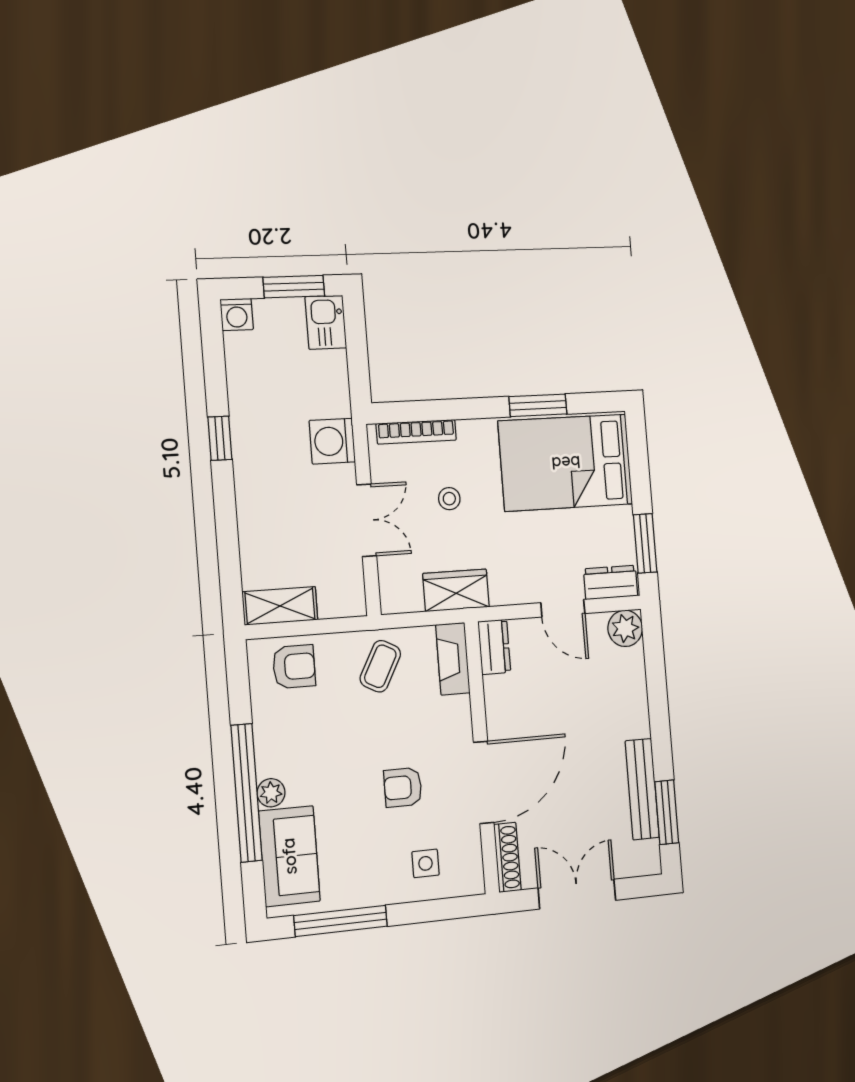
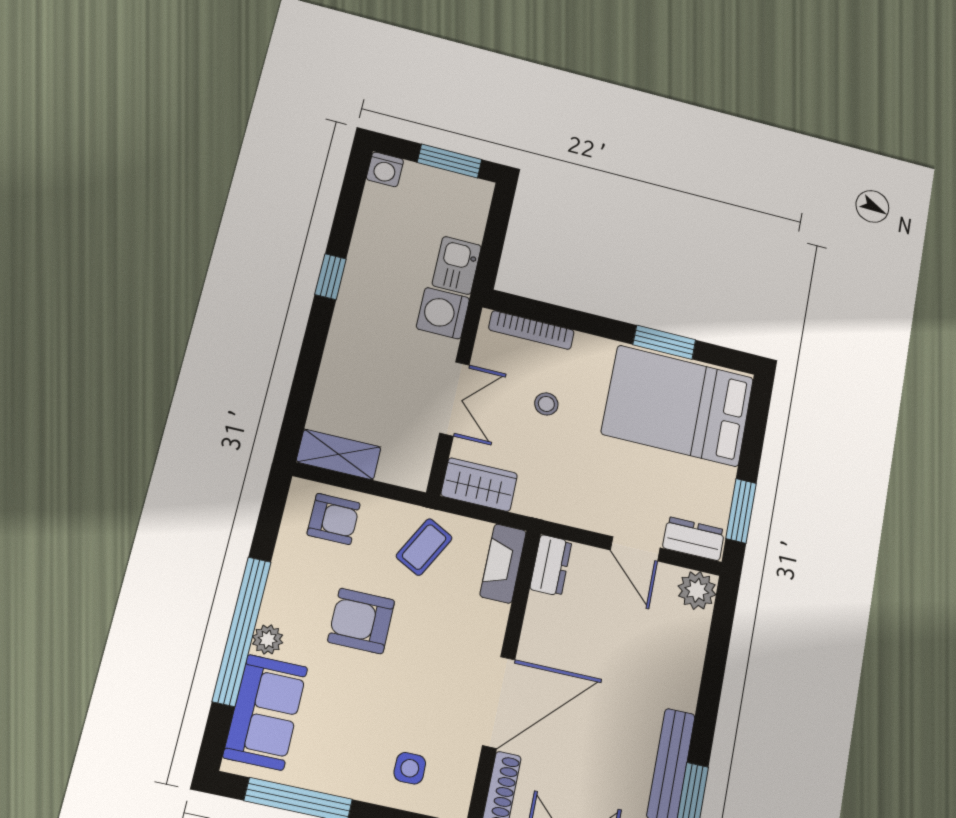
kitchen sink: (326, 322) -> (457, 265), moved
wardrobe: (456, 590) -> (479, 485), moved
armchair: (403, 787) -> (361, 621), moved, width x1.38, depth x1.38

